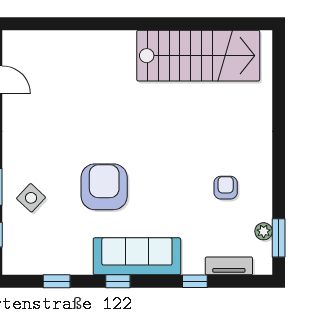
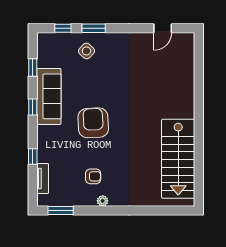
armchair: (104, 187) -> (93, 123), moved, turned -93
plant: (264, 231) -> (103, 201), moved
sofa: (137, 256) -> (49, 96), moved

